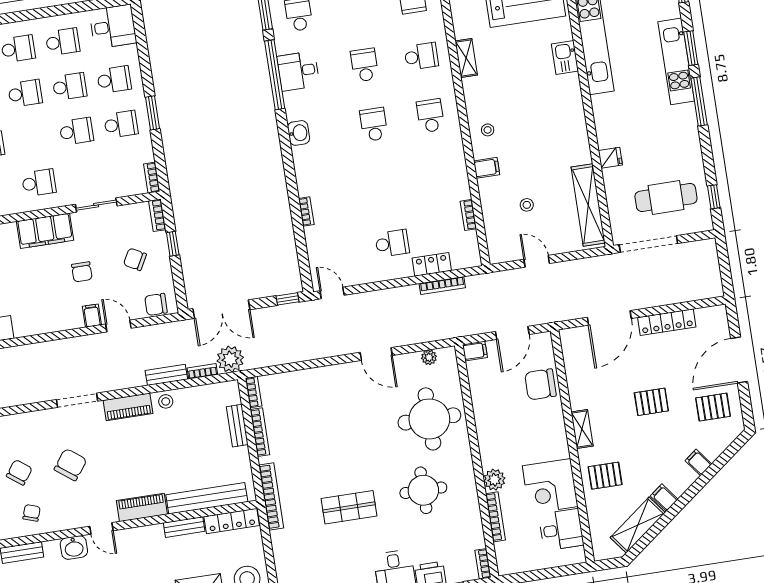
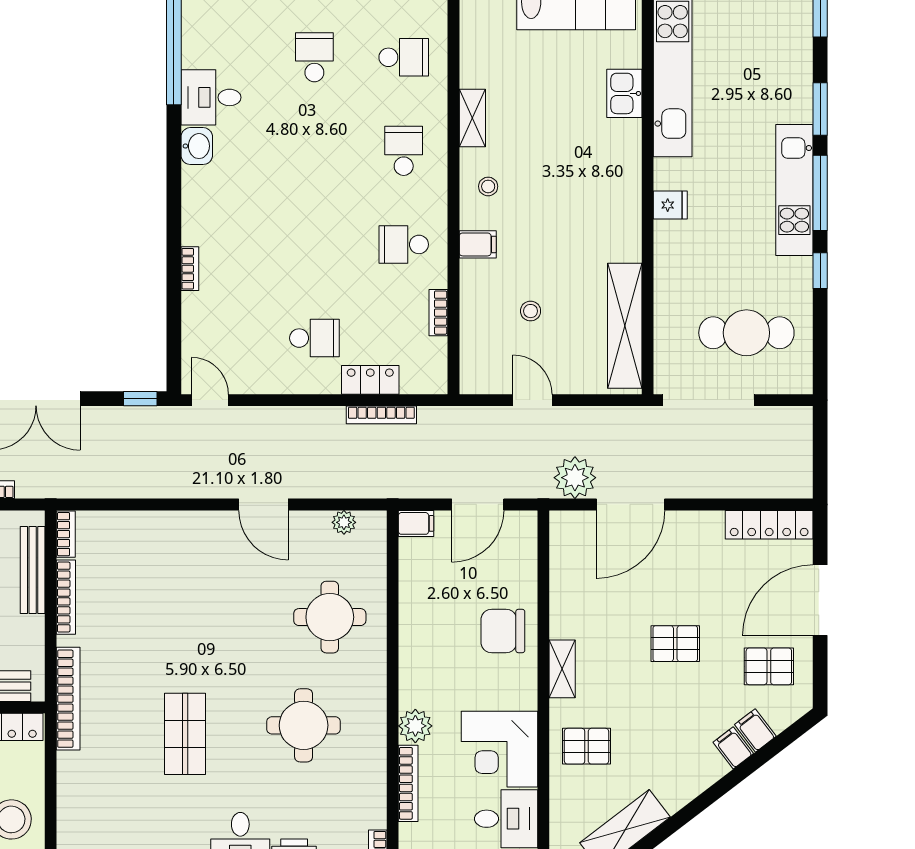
shelving: (466, 58) -> (472, 118), moved
kitchen unit: (676, 61) -> (794, 190), moved
desk: (298, 71) -> (211, 97), moved
school desk: (374, 124) -> (404, 244), moved, turned -90
fridge: (610, 158) -> (670, 205), moved
window: (714, 197) -> (820, 271), moved
locker: (667, 322) -> (769, 525), moved
plant: (230, 359) -> (575, 478), moved
chair: (540, 384) -> (503, 631), moved
round table: (429, 419) -> (330, 617), width x0.73, depth x0.73
bench: (237, 426) -> (33, 570), width x1.36
filing cabinet: (664, 498) -> (755, 730), moved
shop shelf: (349, 507) -> (185, 734), turned 90

